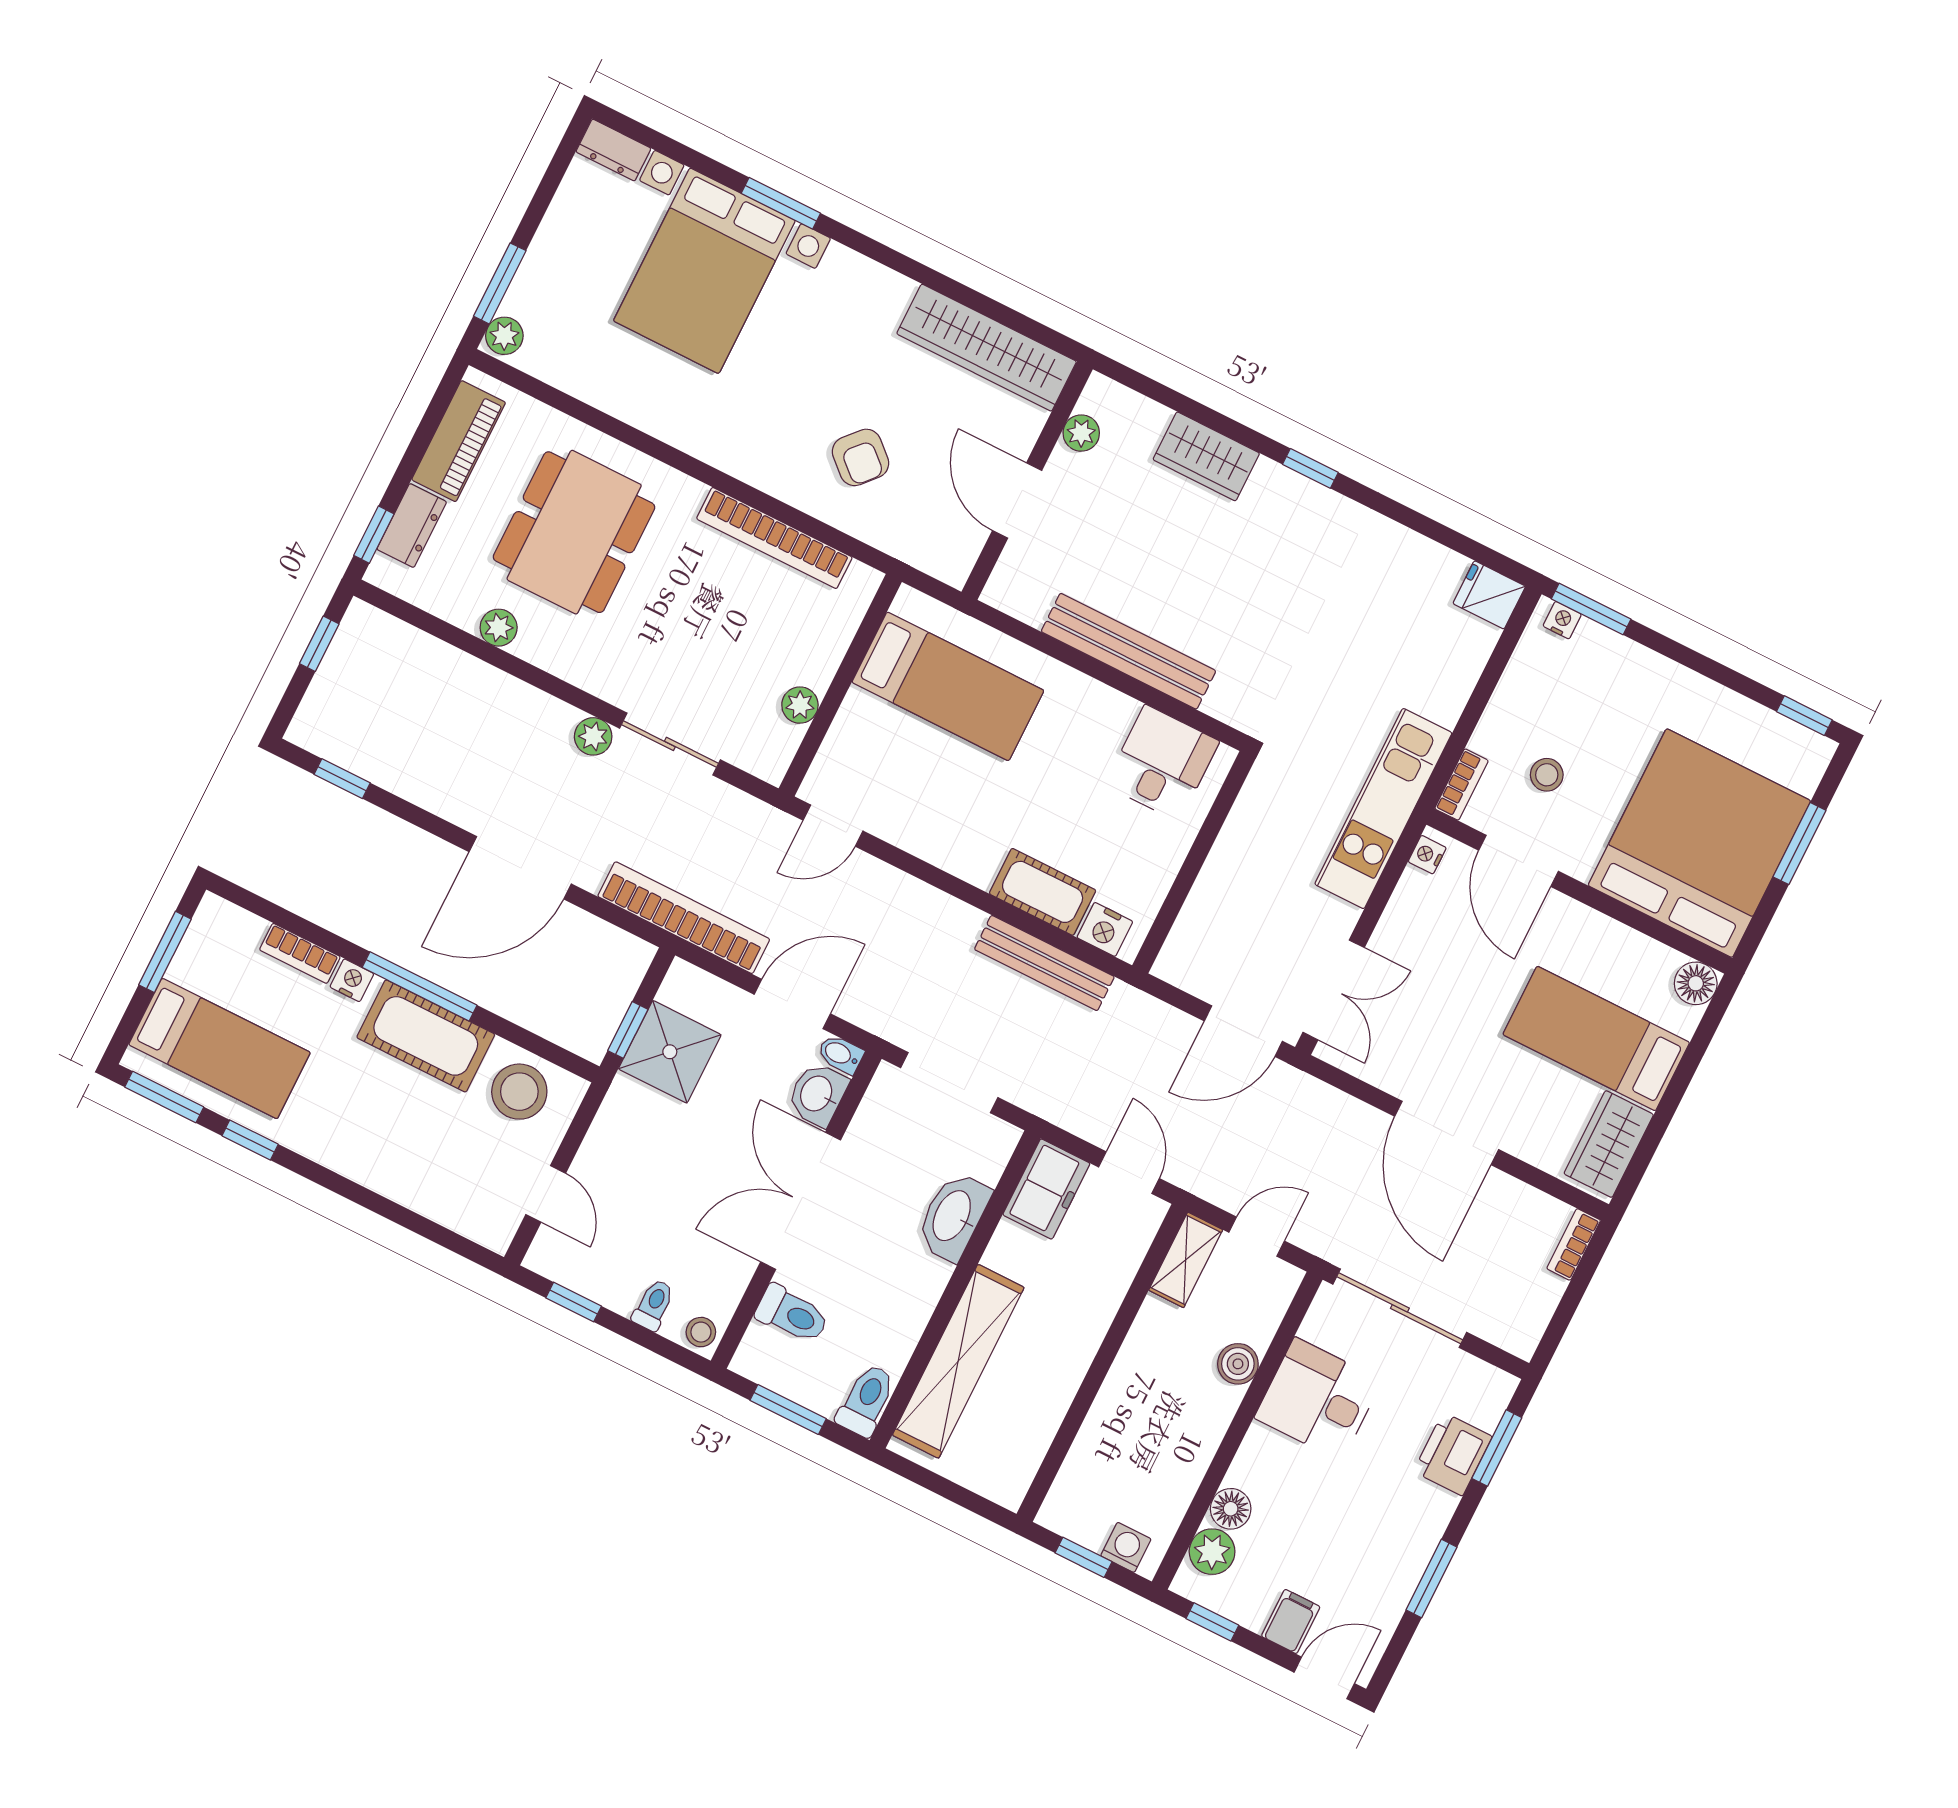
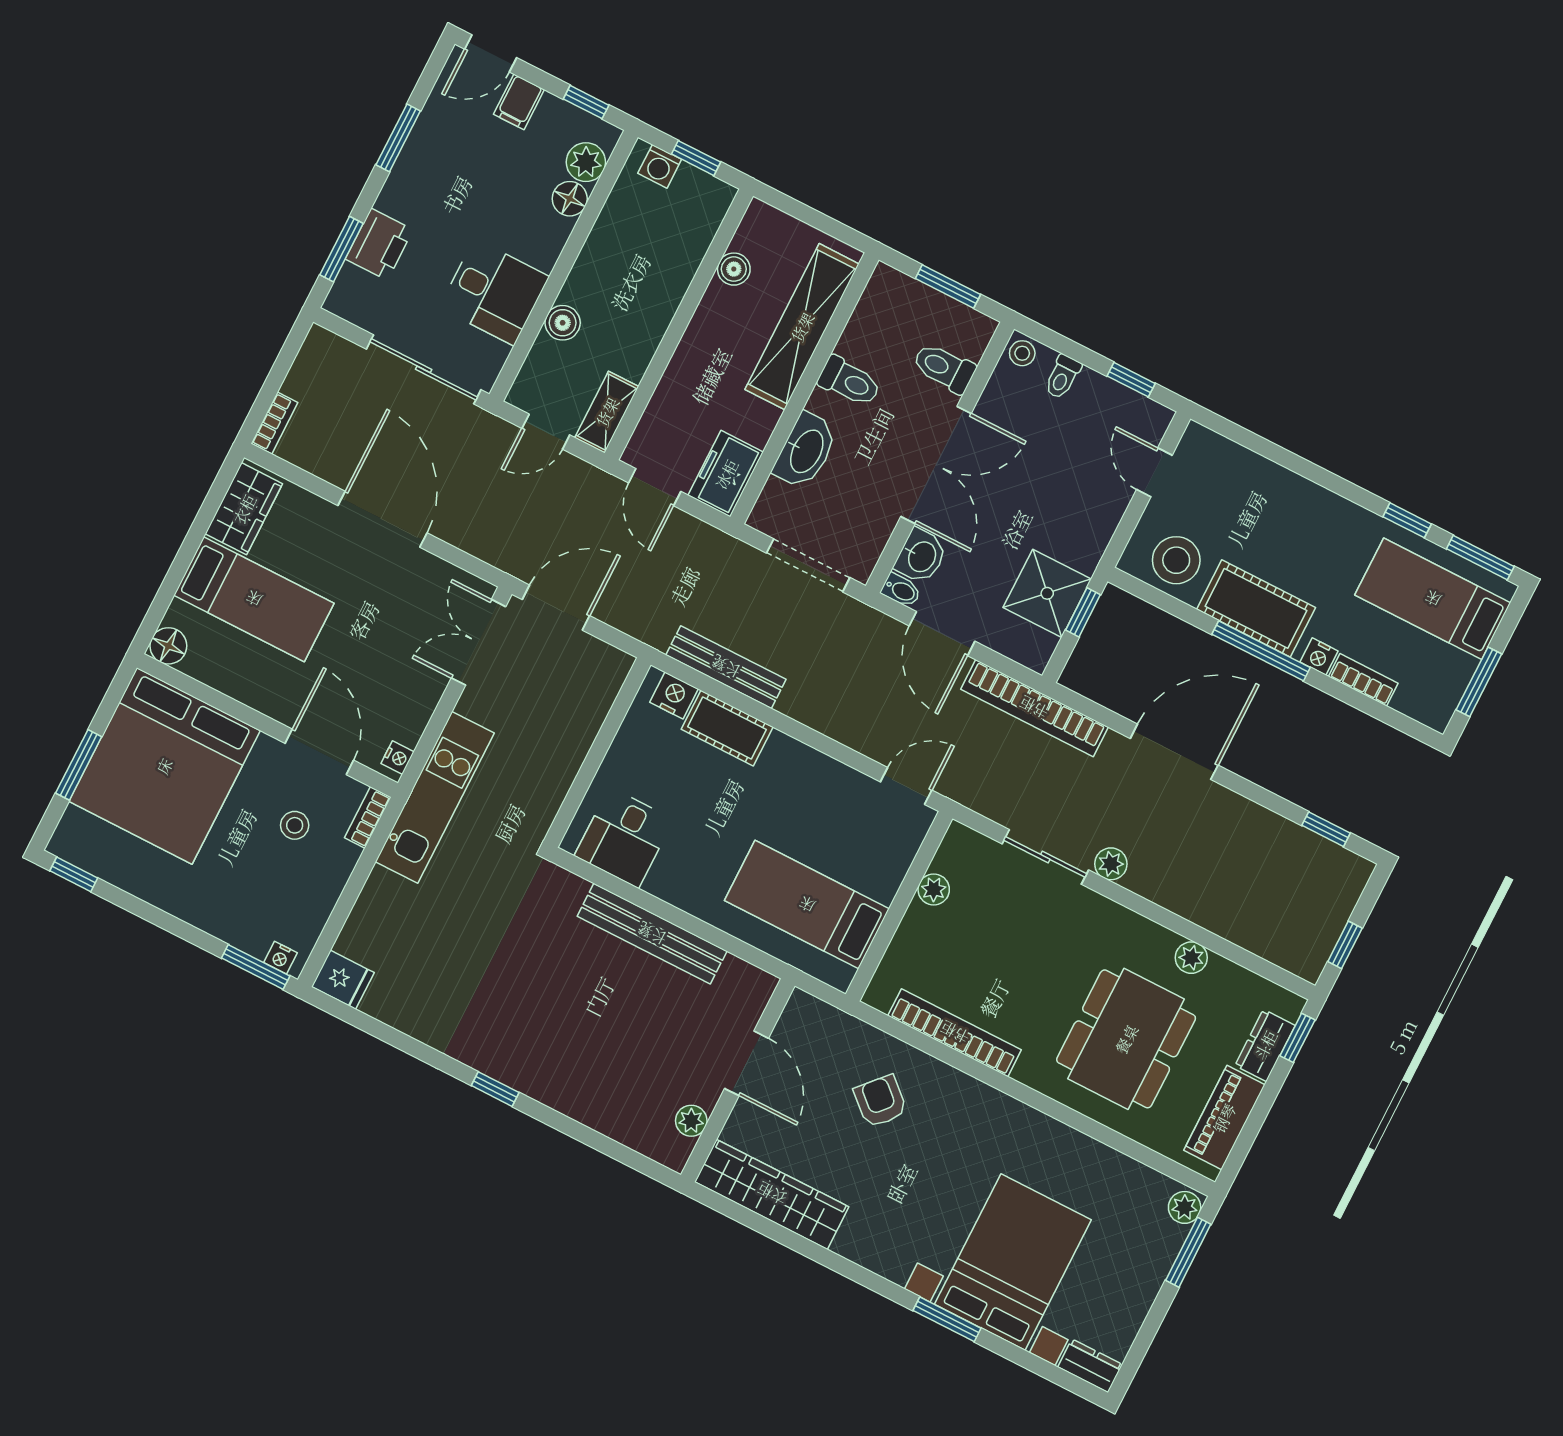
wardrobe: (1206, 456) -> (584, 1100), removed
door: (792, 1004) -> (942, 634), hinge flipped
toilet: (866, 1400) -> (849, 382), moved, turned -90
boiler: (1038, 1428) -> (734, 269), added

